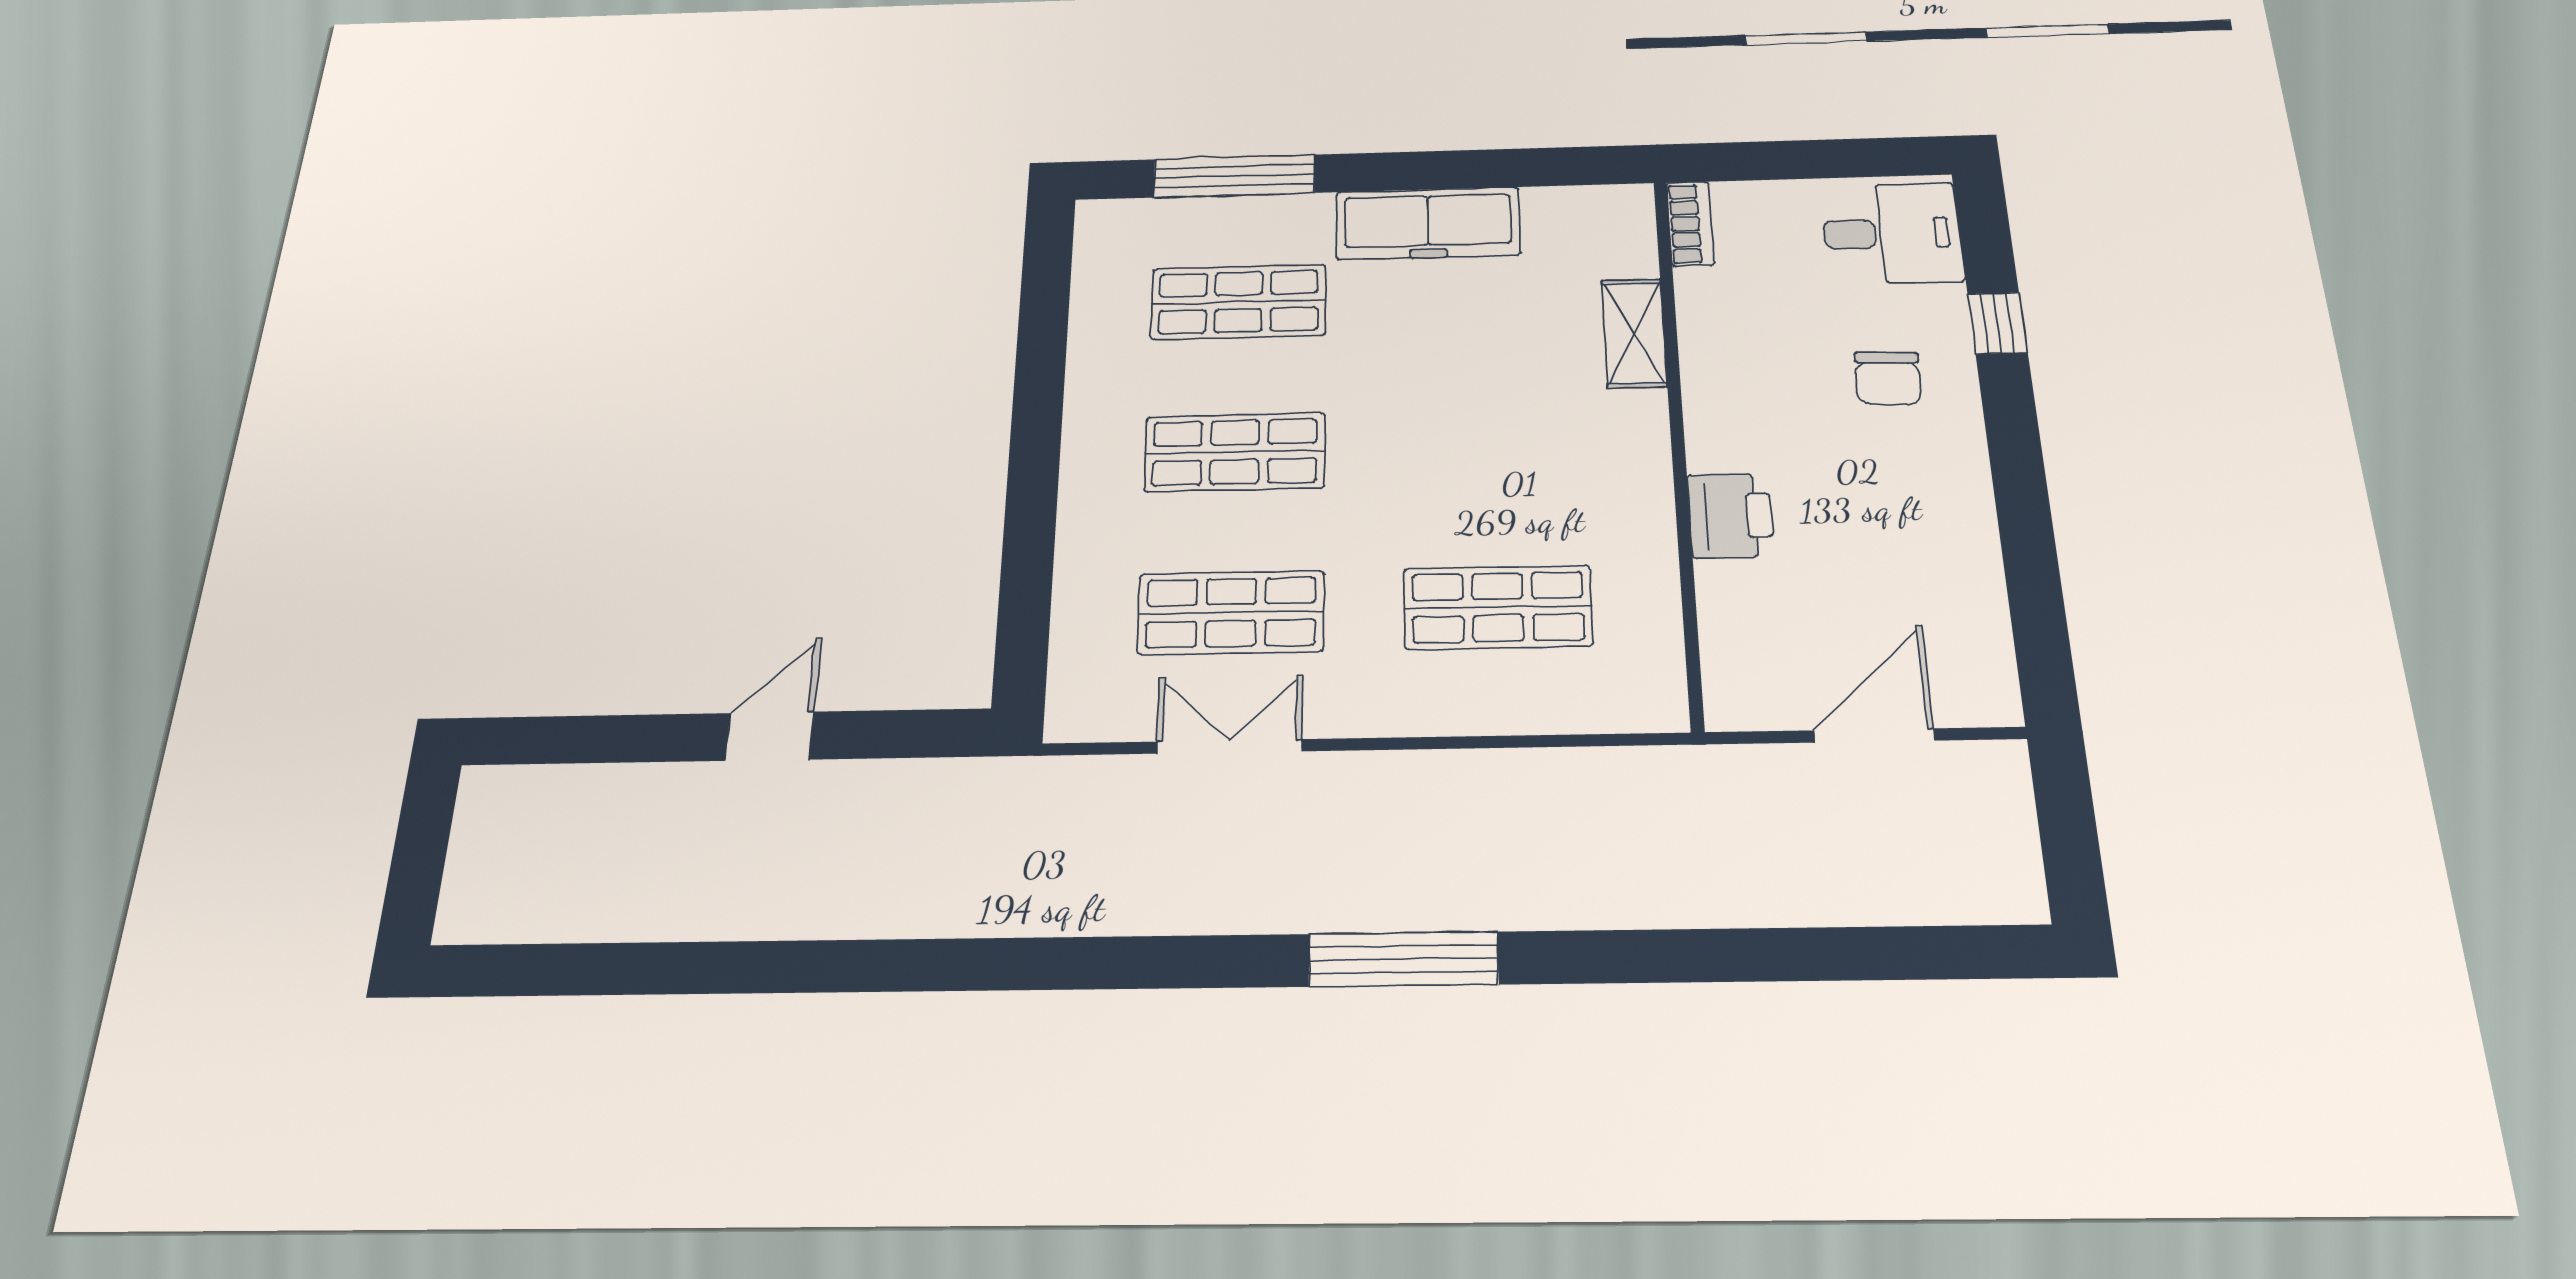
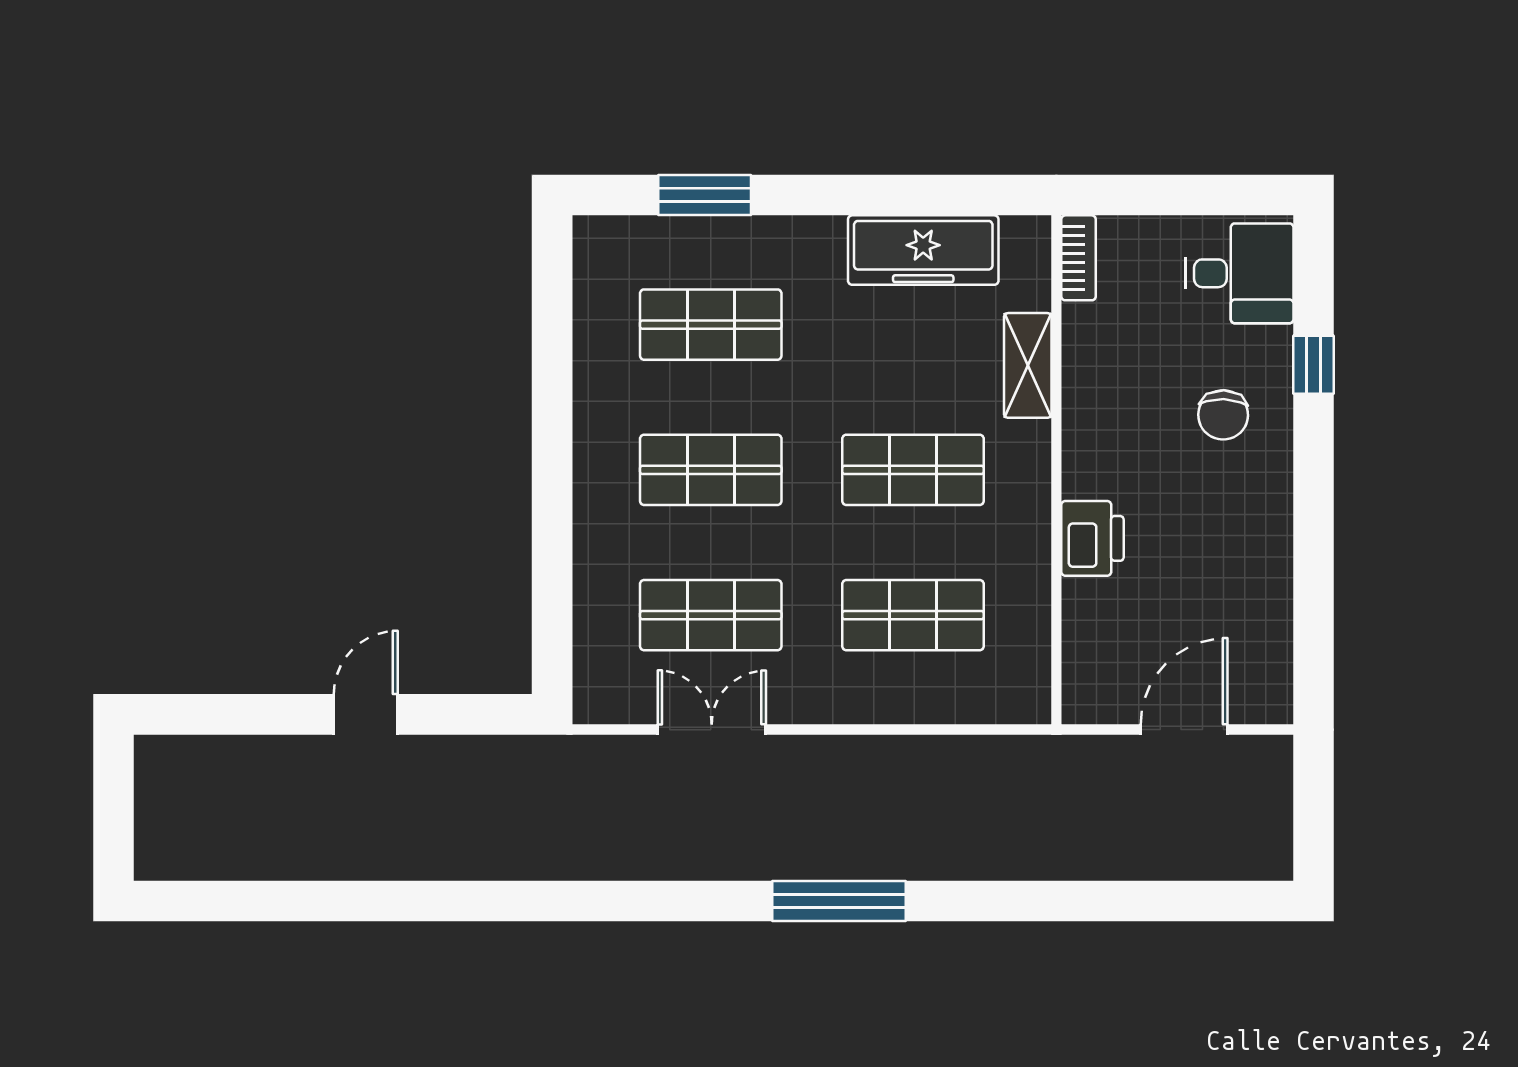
window: (1234, 176) -> (705, 195), width x0.69
freezer: (1428, 223) -> (923, 250), moved
shop shelf: (1493, 446) -> (913, 470), added

